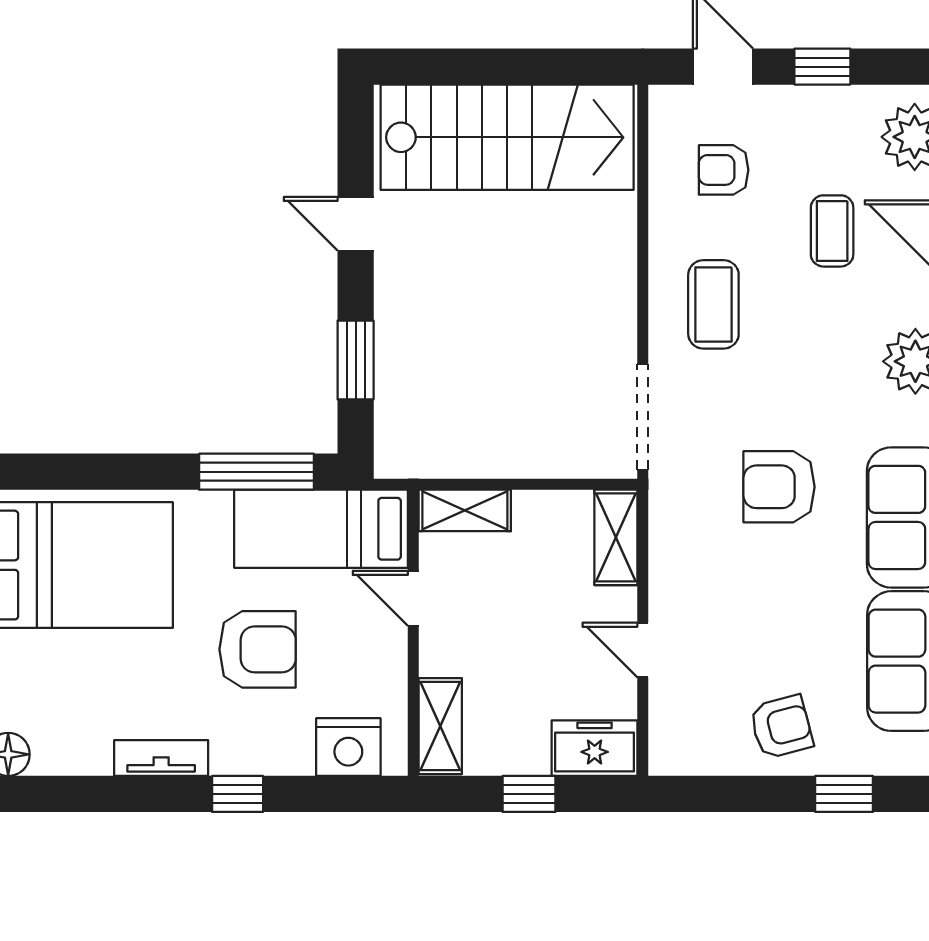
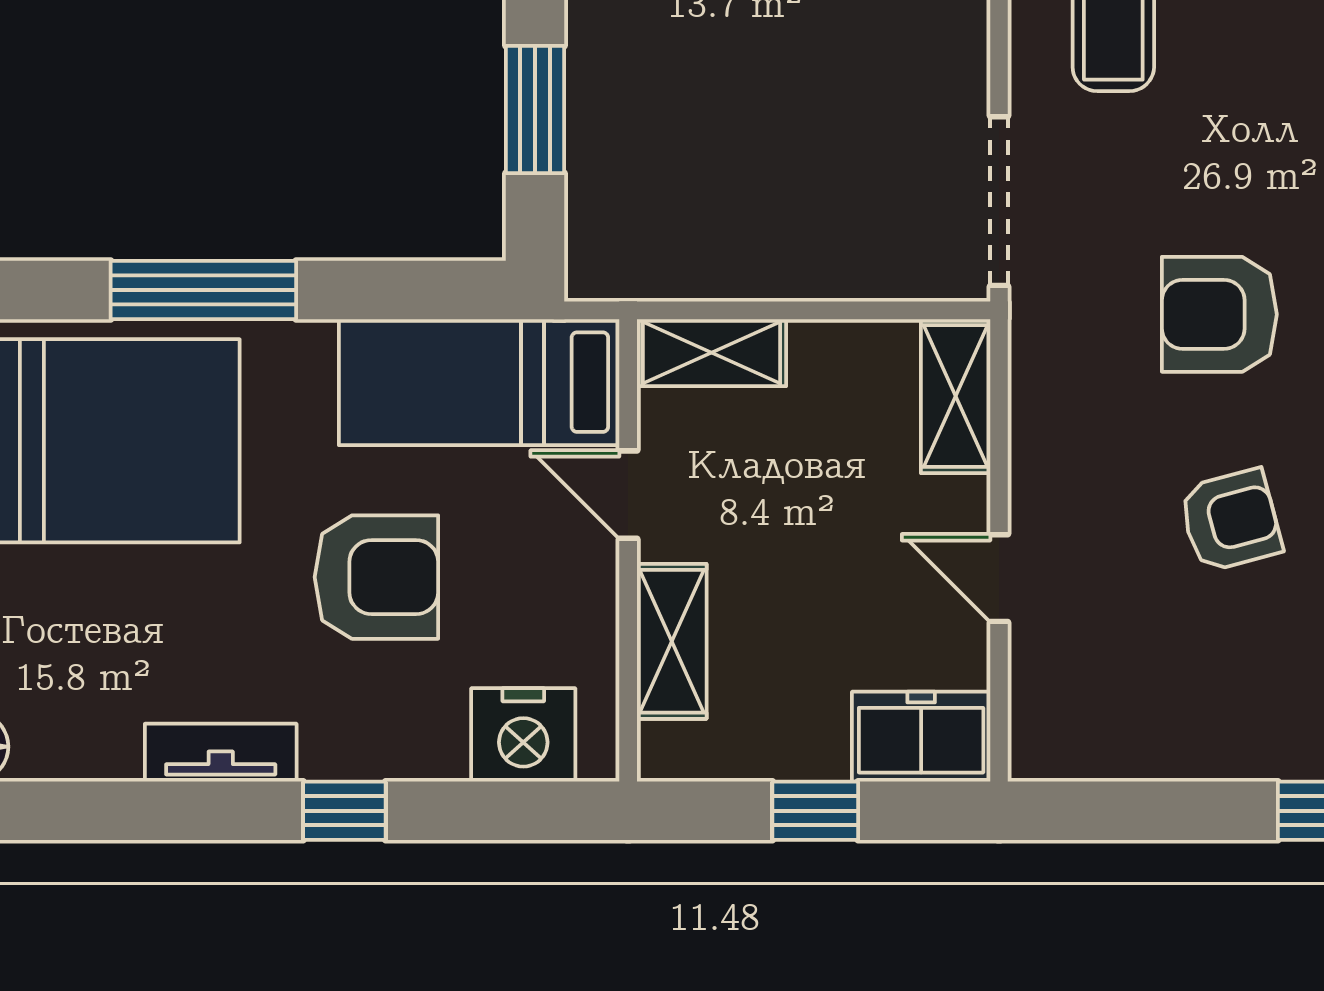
window: (256, 472) -> (203, 290), moved
shelving: (440, 726) -> (672, 641), moved
armchair: (781, 727) -> (1230, 520), moved

